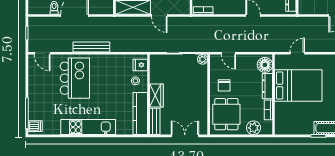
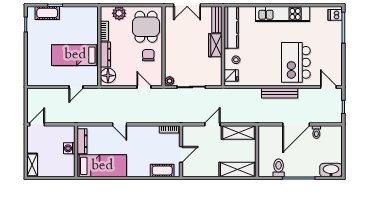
door: (159, 16) -> (212, 124), hinge flipped
bed: (298, 85) -> (75, 55), width x0.67

